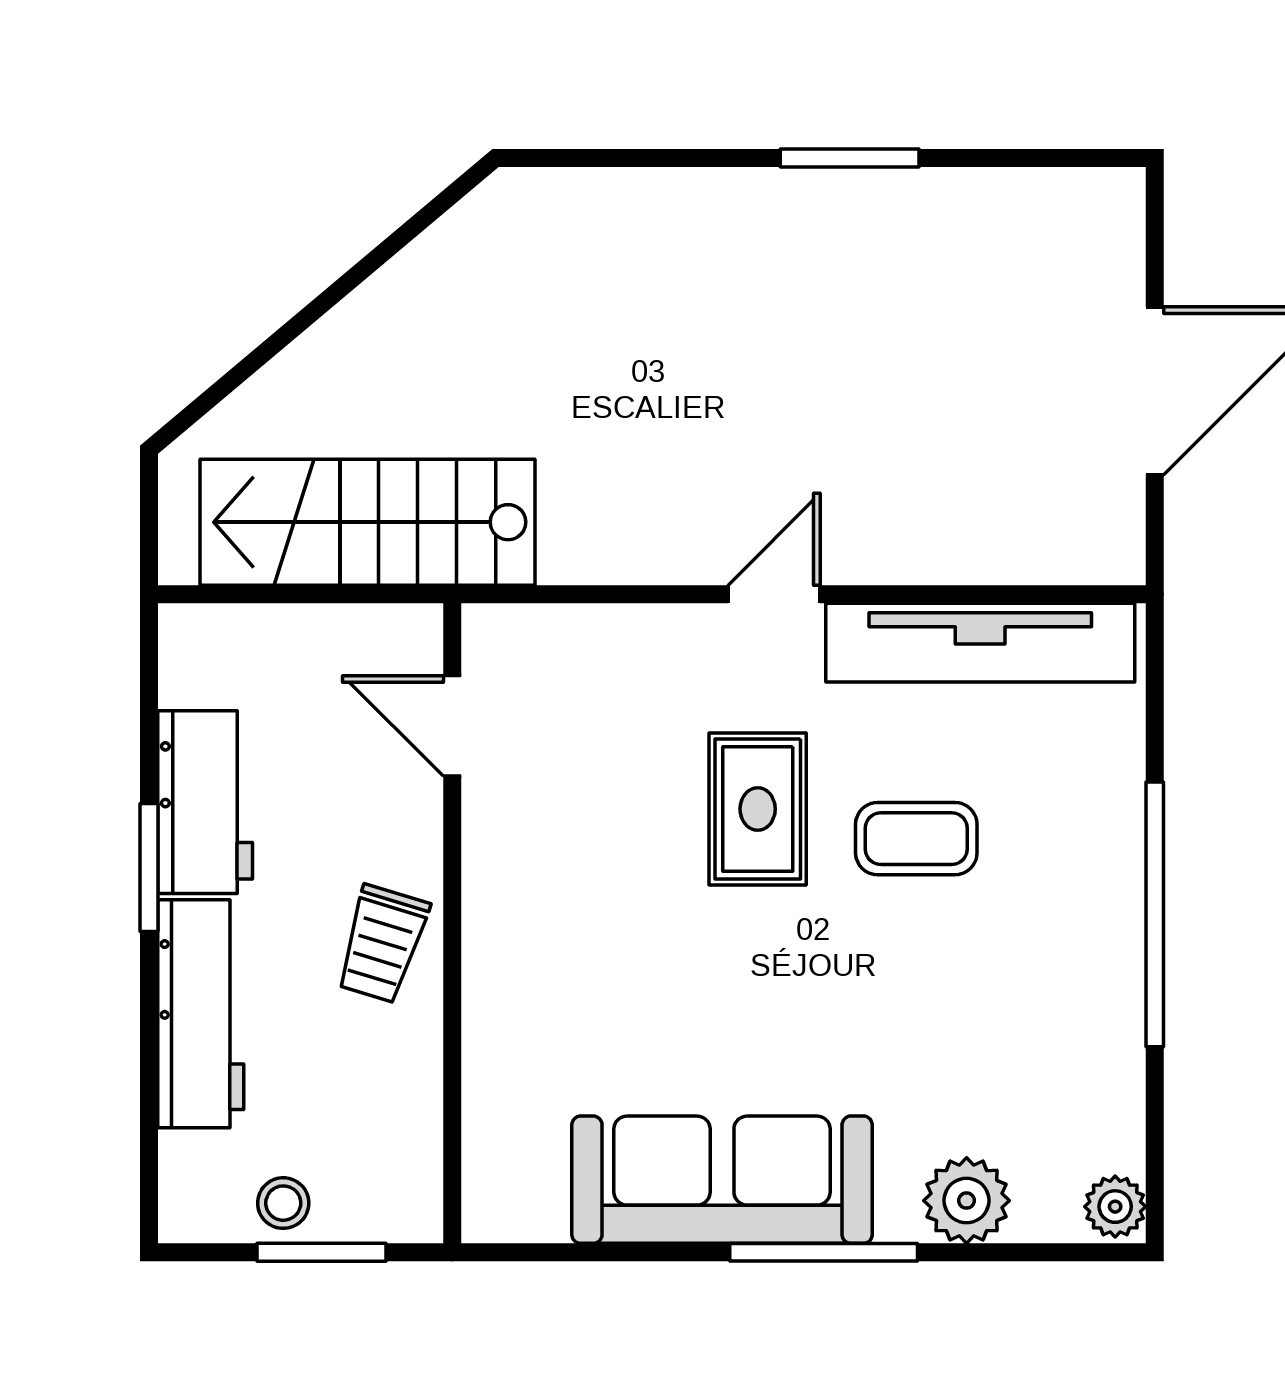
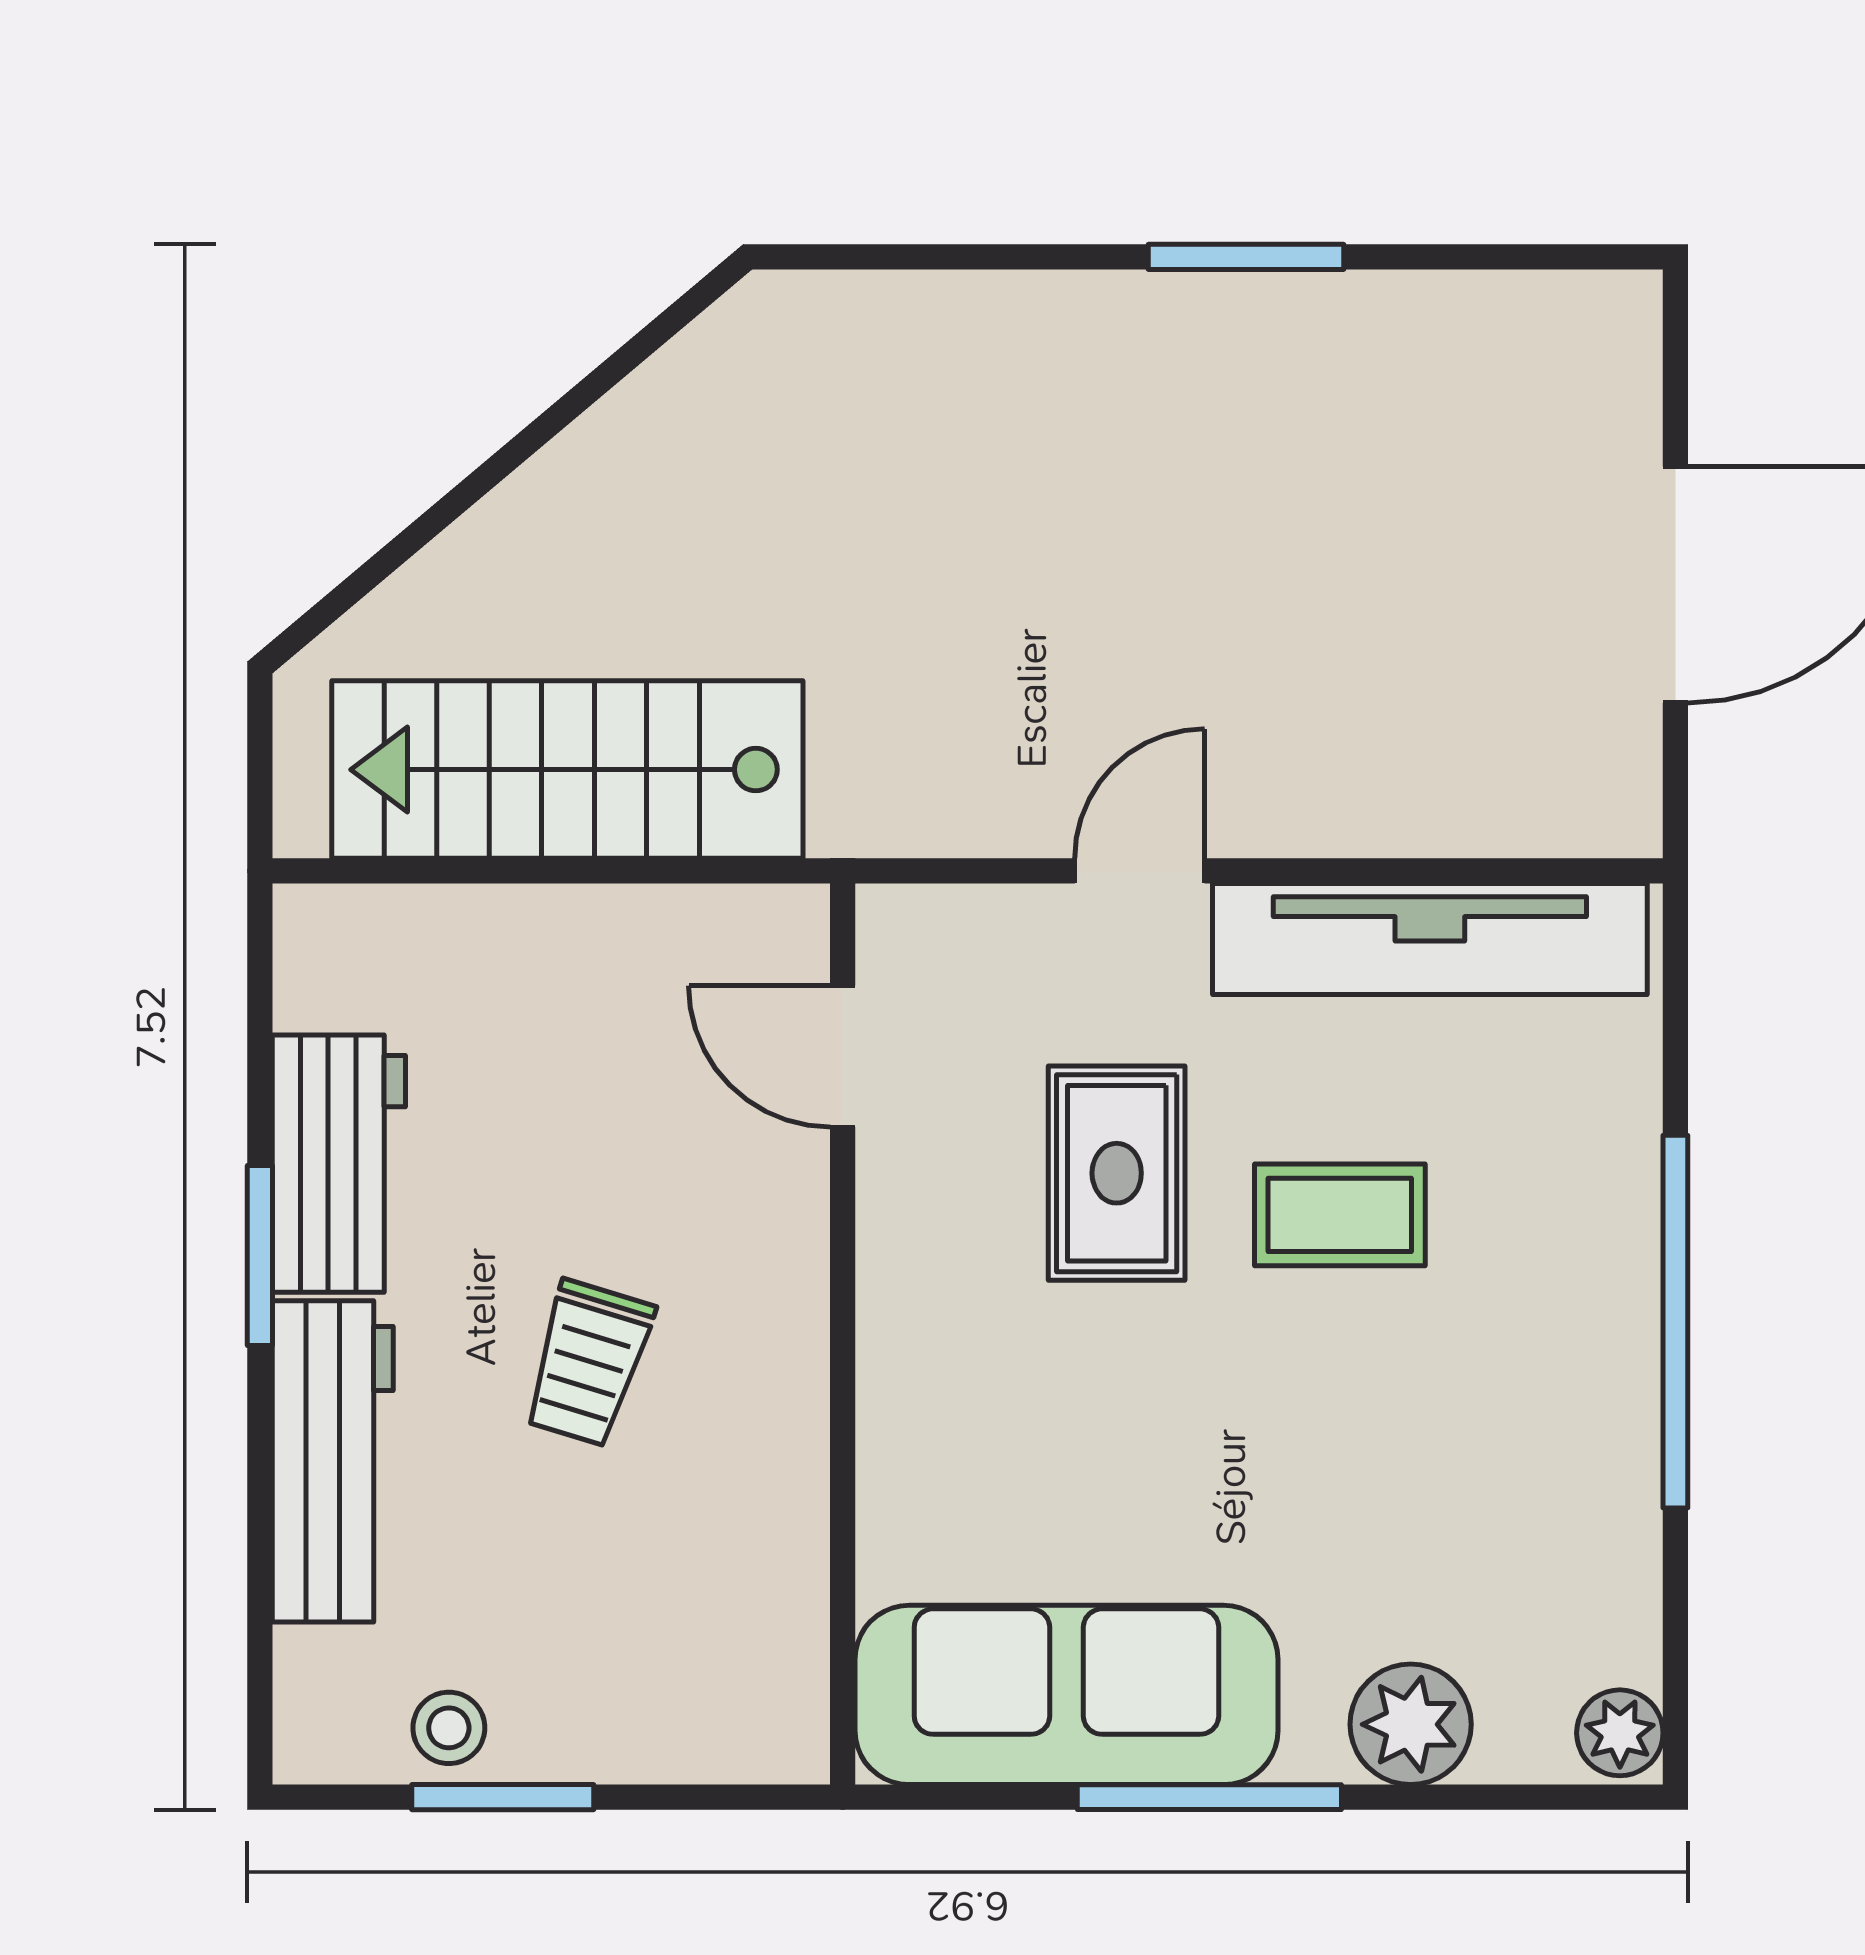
door: (452, 726) -> (843, 1056), moved
wall: (452, 923) -> (843, 1334), moved

